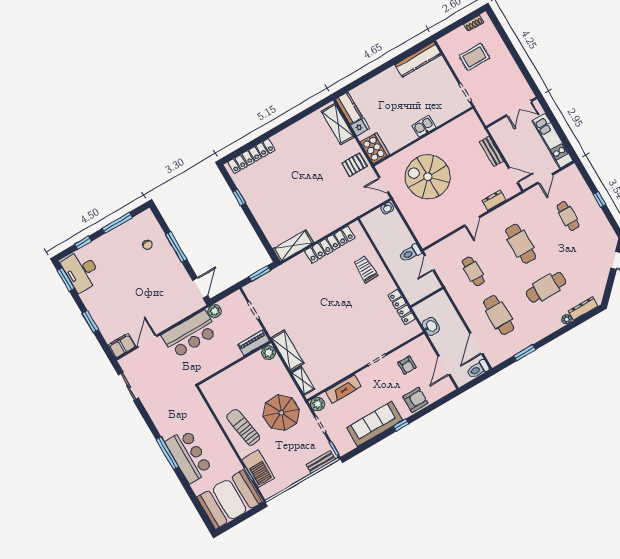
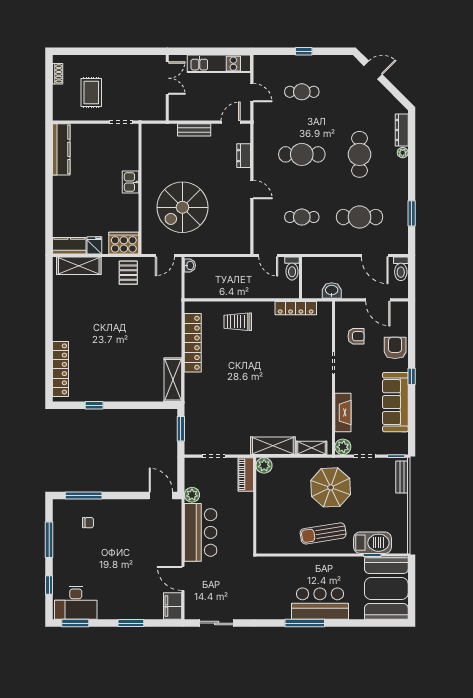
window: (176, 247) -> (84, 495), moved
toilet: (410, 253) -> (292, 269), moved

